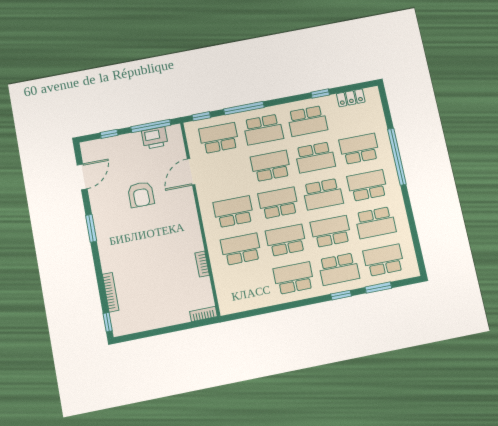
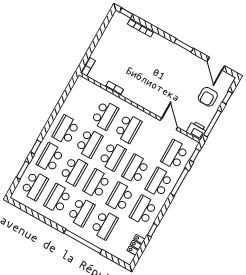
printer: (155, 138) -> (197, 130), moved, turned 90
school desk: (219, 138) -> (175, 155), turned 180
school desk: (271, 166) -> (136, 169), turned 180
armchair: (141, 194) -> (208, 97), moved, turned -90
school desk: (294, 278) -> (66, 130), turned 180

